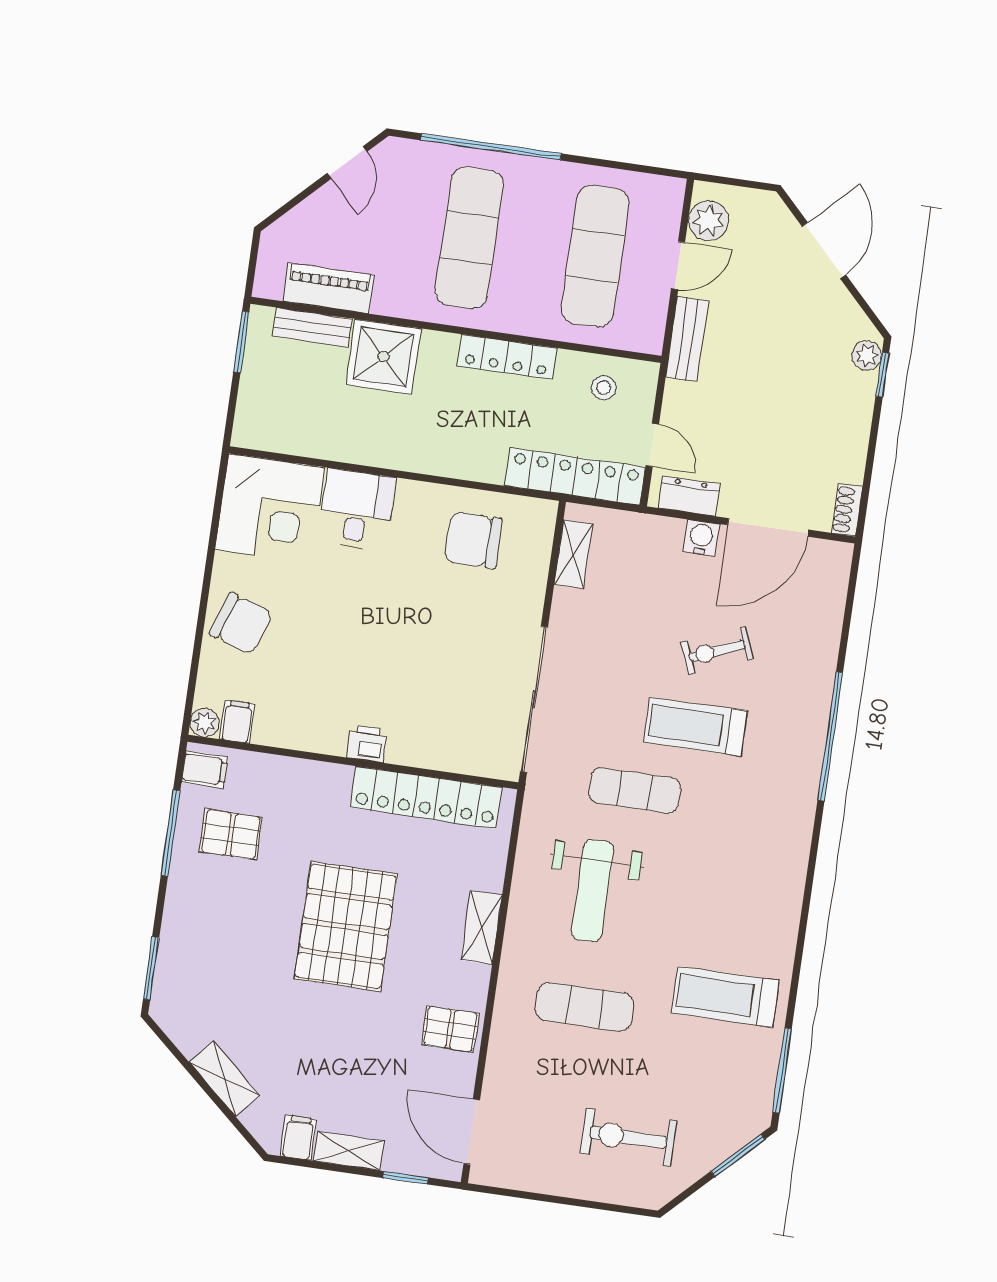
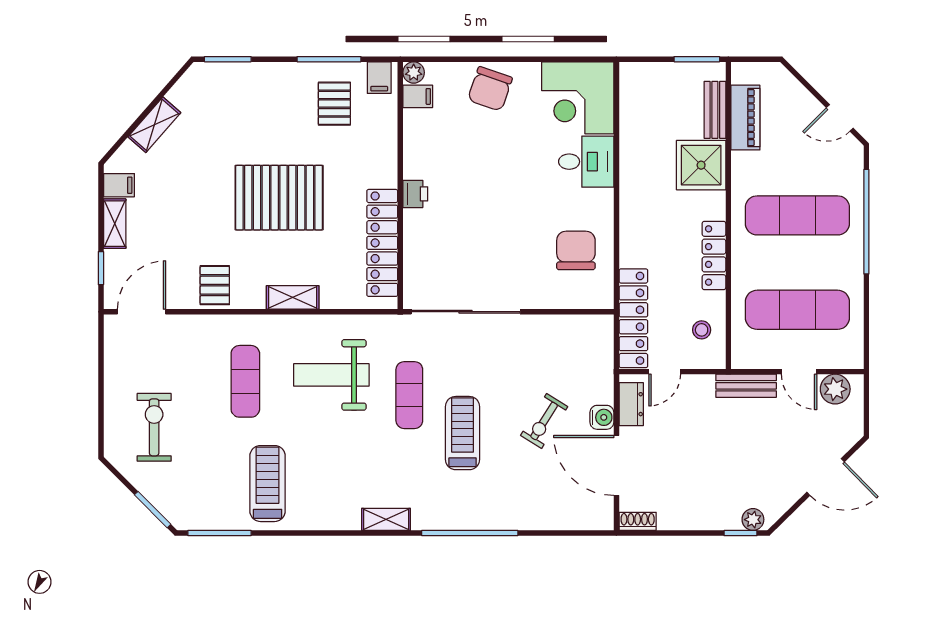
shelving: (573, 554) -> (386, 519), moved
exercise bike: (717, 651) -> (544, 421), moved, turned -126

